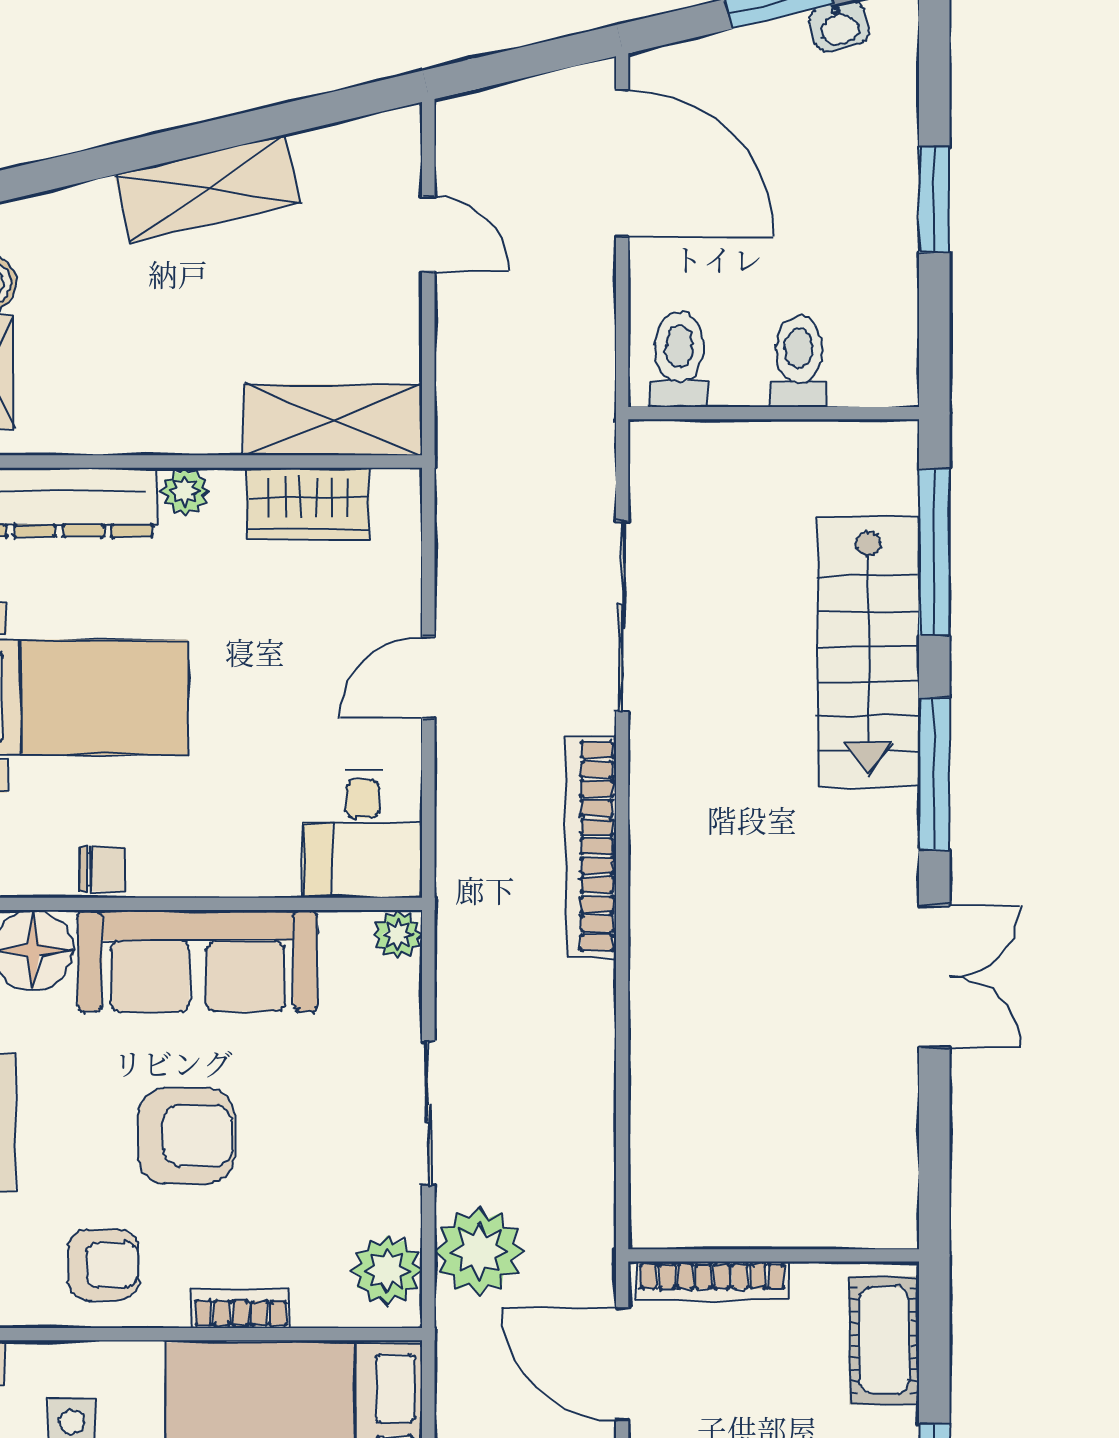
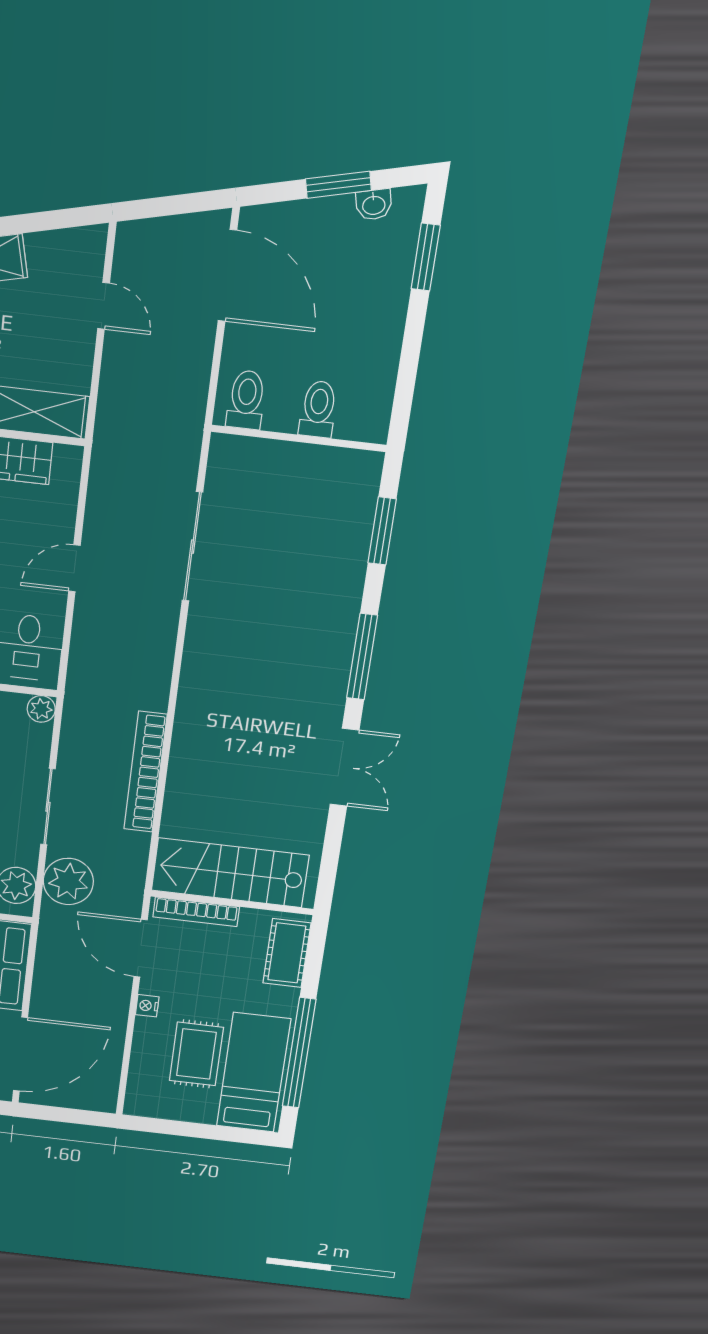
window: (934, 200) -> (426, 257), moved
window: (934, 552) -> (382, 531), width x0.69
stairs: (868, 652) -> (230, 873), moved, turned 90
bookcase: (591, 846) -> (145, 772), moved

